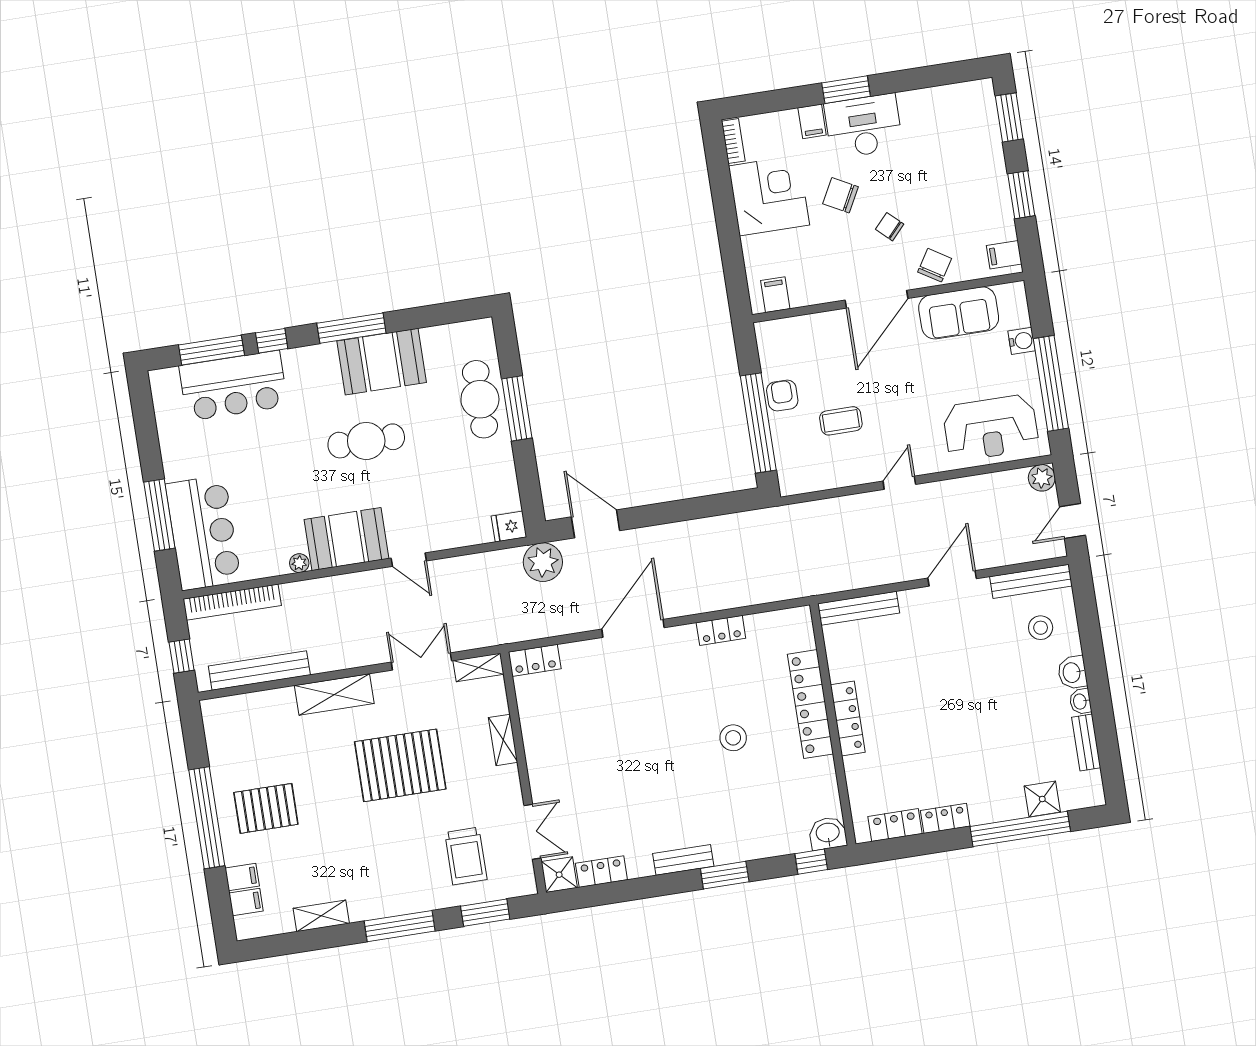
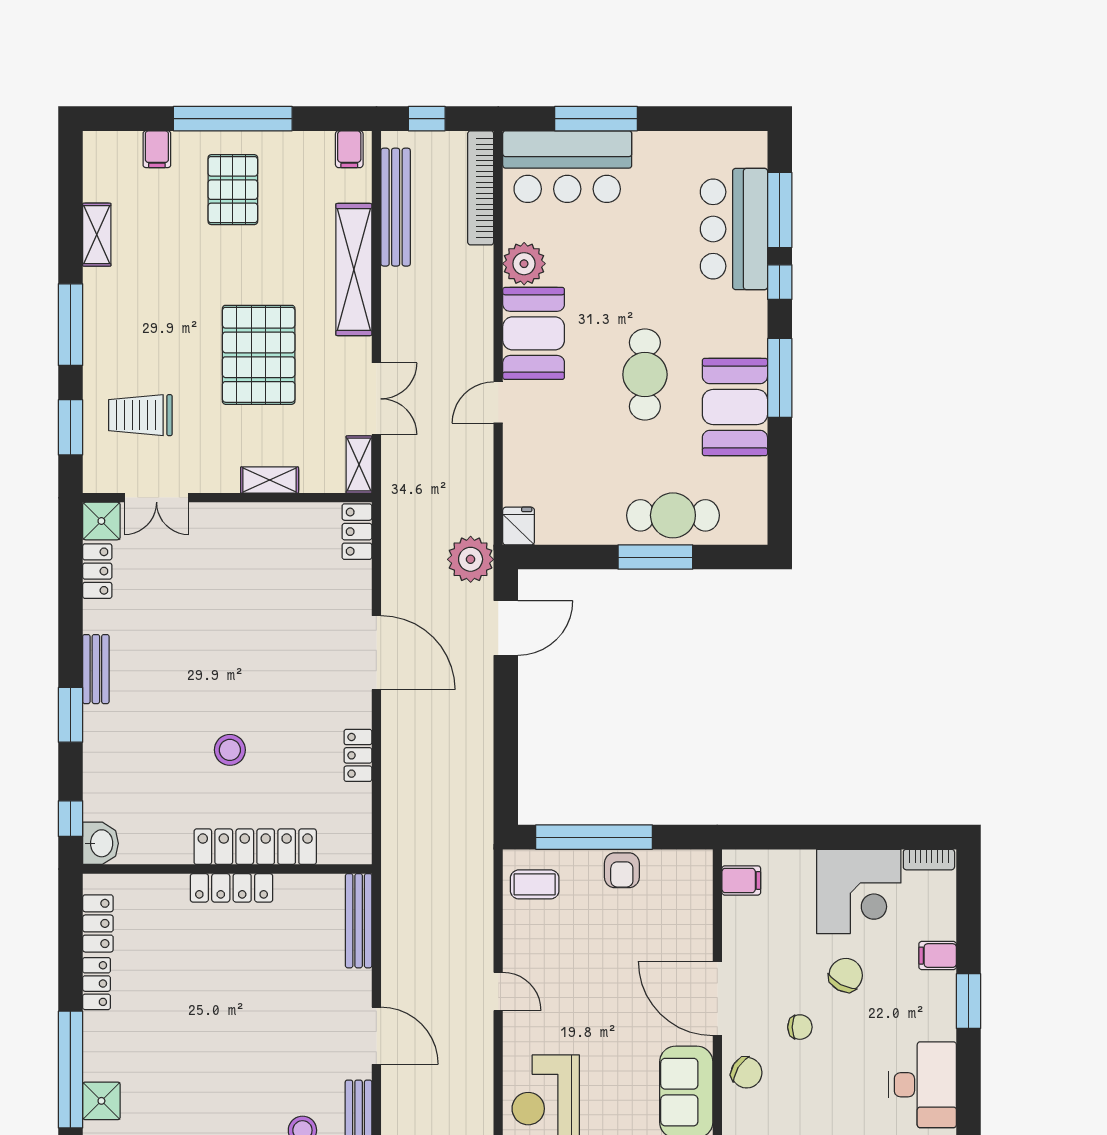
desk: (864, 126) -> (923, 1085), moved
chair: (890, 227) -> (800, 1027), turned 47
armchair: (782, 396) -> (622, 870), turned 90
coffee table: (841, 421) -> (535, 884), moved, turned 90
plant: (299, 563) -> (524, 264), width x1.87, depth x1.87
shelving: (334, 694) -> (354, 270), width x1.47
filing cabinet: (246, 902) -> (349, 149), moved

